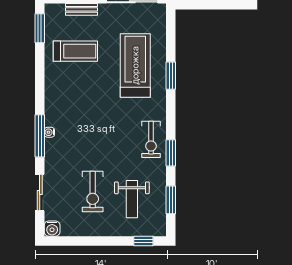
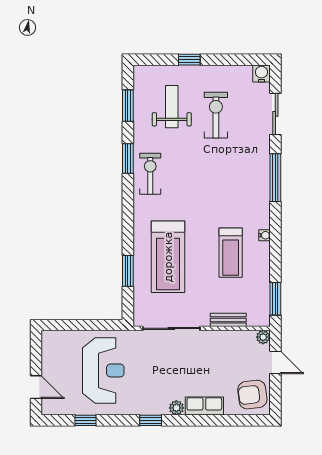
treadmill: (75, 51) -> (231, 253), moved, turned -90
window: (171, 76) -> (128, 271), moved
water cooler: (49, 132) -> (265, 235), moved
window: (143, 241) -> (189, 60), moved

